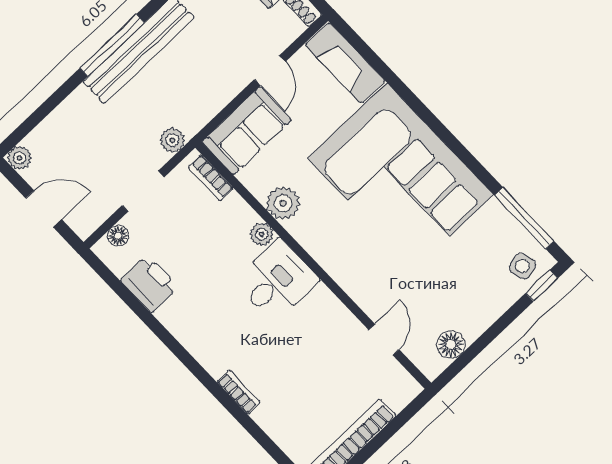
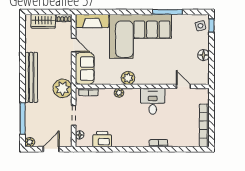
window: (112, 45) -> (23, 119), moved
plant: (172, 140) -> (63, 88), width x1.88, depth x1.88
plant: (283, 203) -> (128, 78), moved
window: (524, 218) -> (168, 12), moved
desk: (277, 281) -> (153, 101), moved
floor lamp: (451, 345) -> (203, 55), moved

